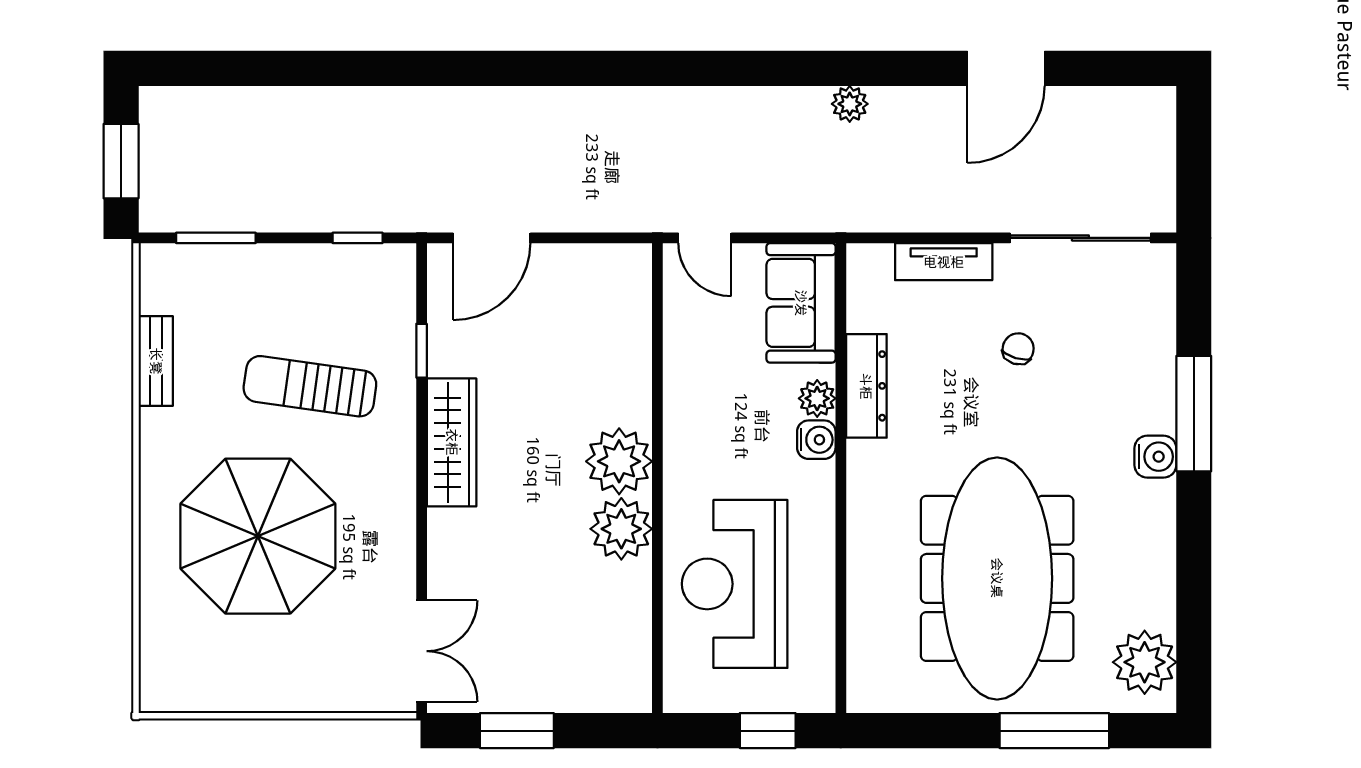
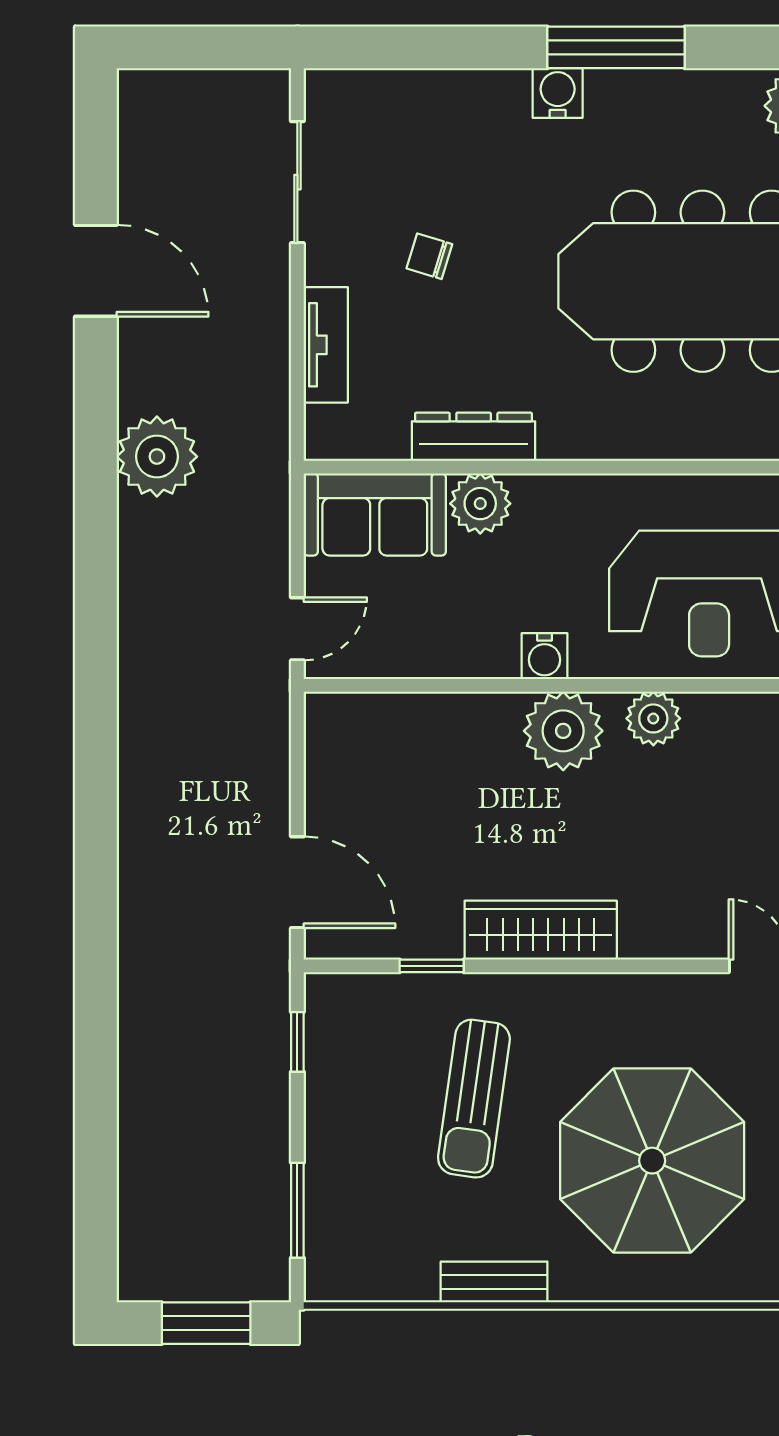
plant: (850, 104) -> (157, 457), width x1.88, depth x1.88
sliding door: (1080, 238) -> (297, 182), width x0.73
bench: (156, 361) -> (494, 1282), moved
plant: (817, 398) -> (480, 504), width x1.38, depth x1.38
window: (1194, 414) -> (616, 47), moved
water cooler: (816, 440) -> (544, 656), moved, turned 180
plant: (621, 529) -> (653, 718), width x0.73, depth x0.73

